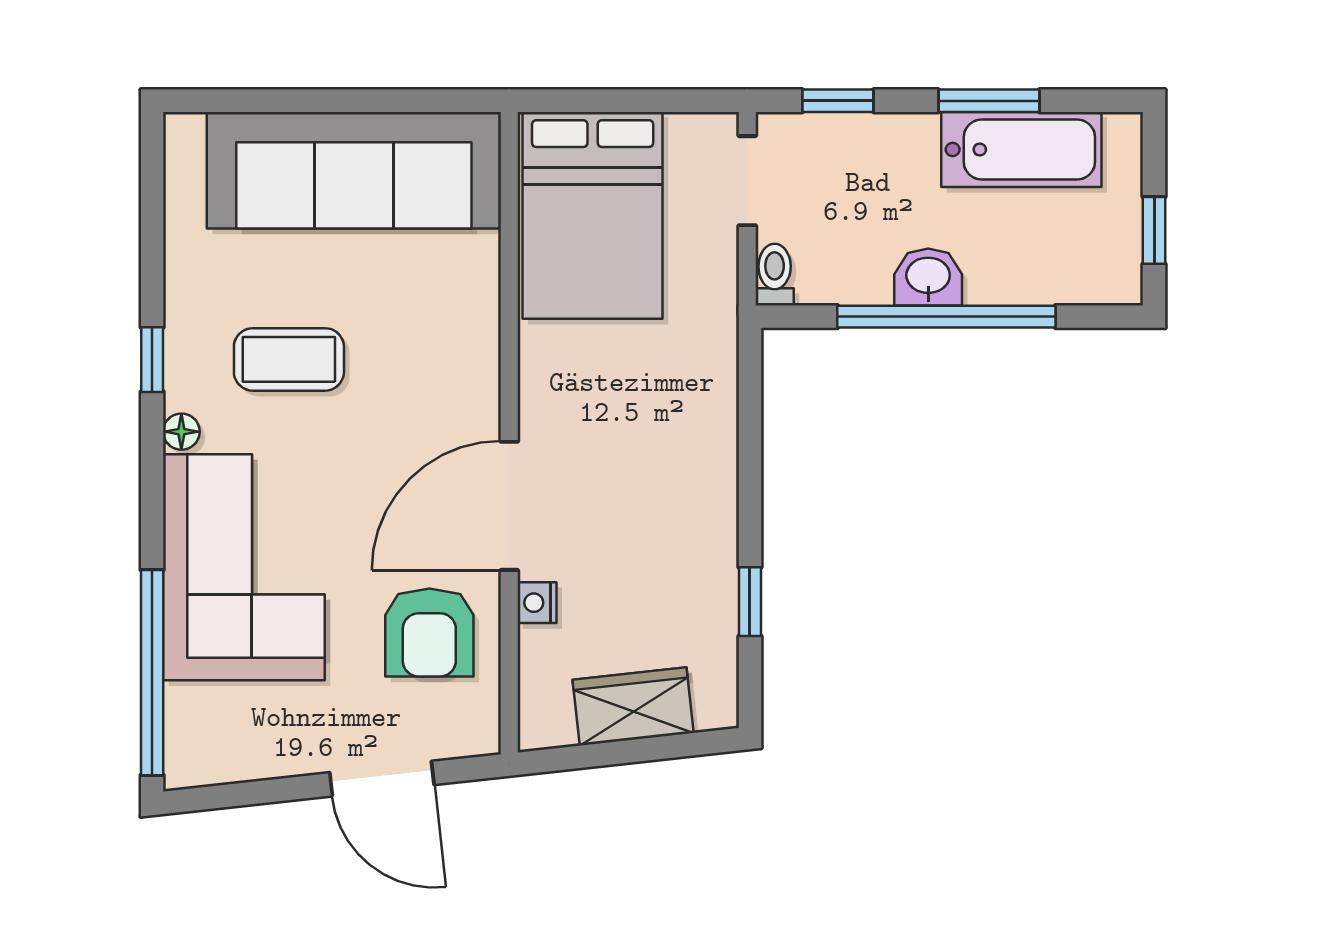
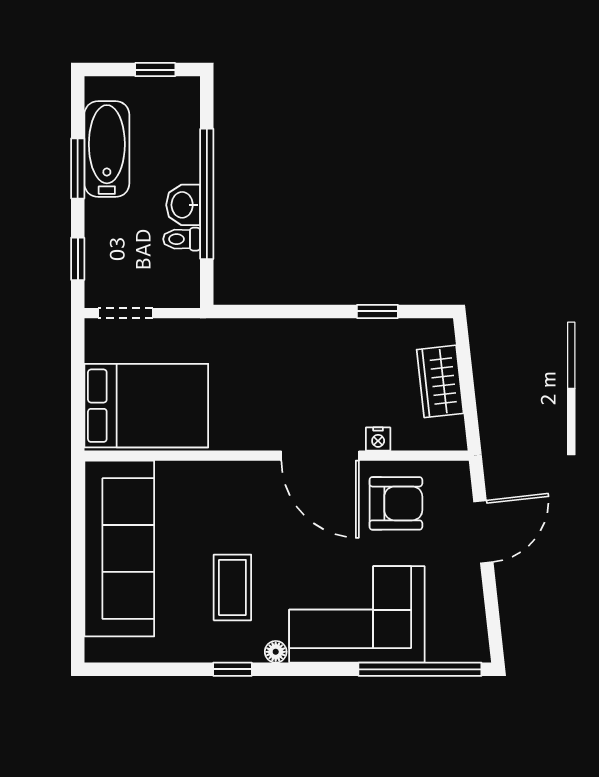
toilet: (775, 275) -> (182, 239), moved

